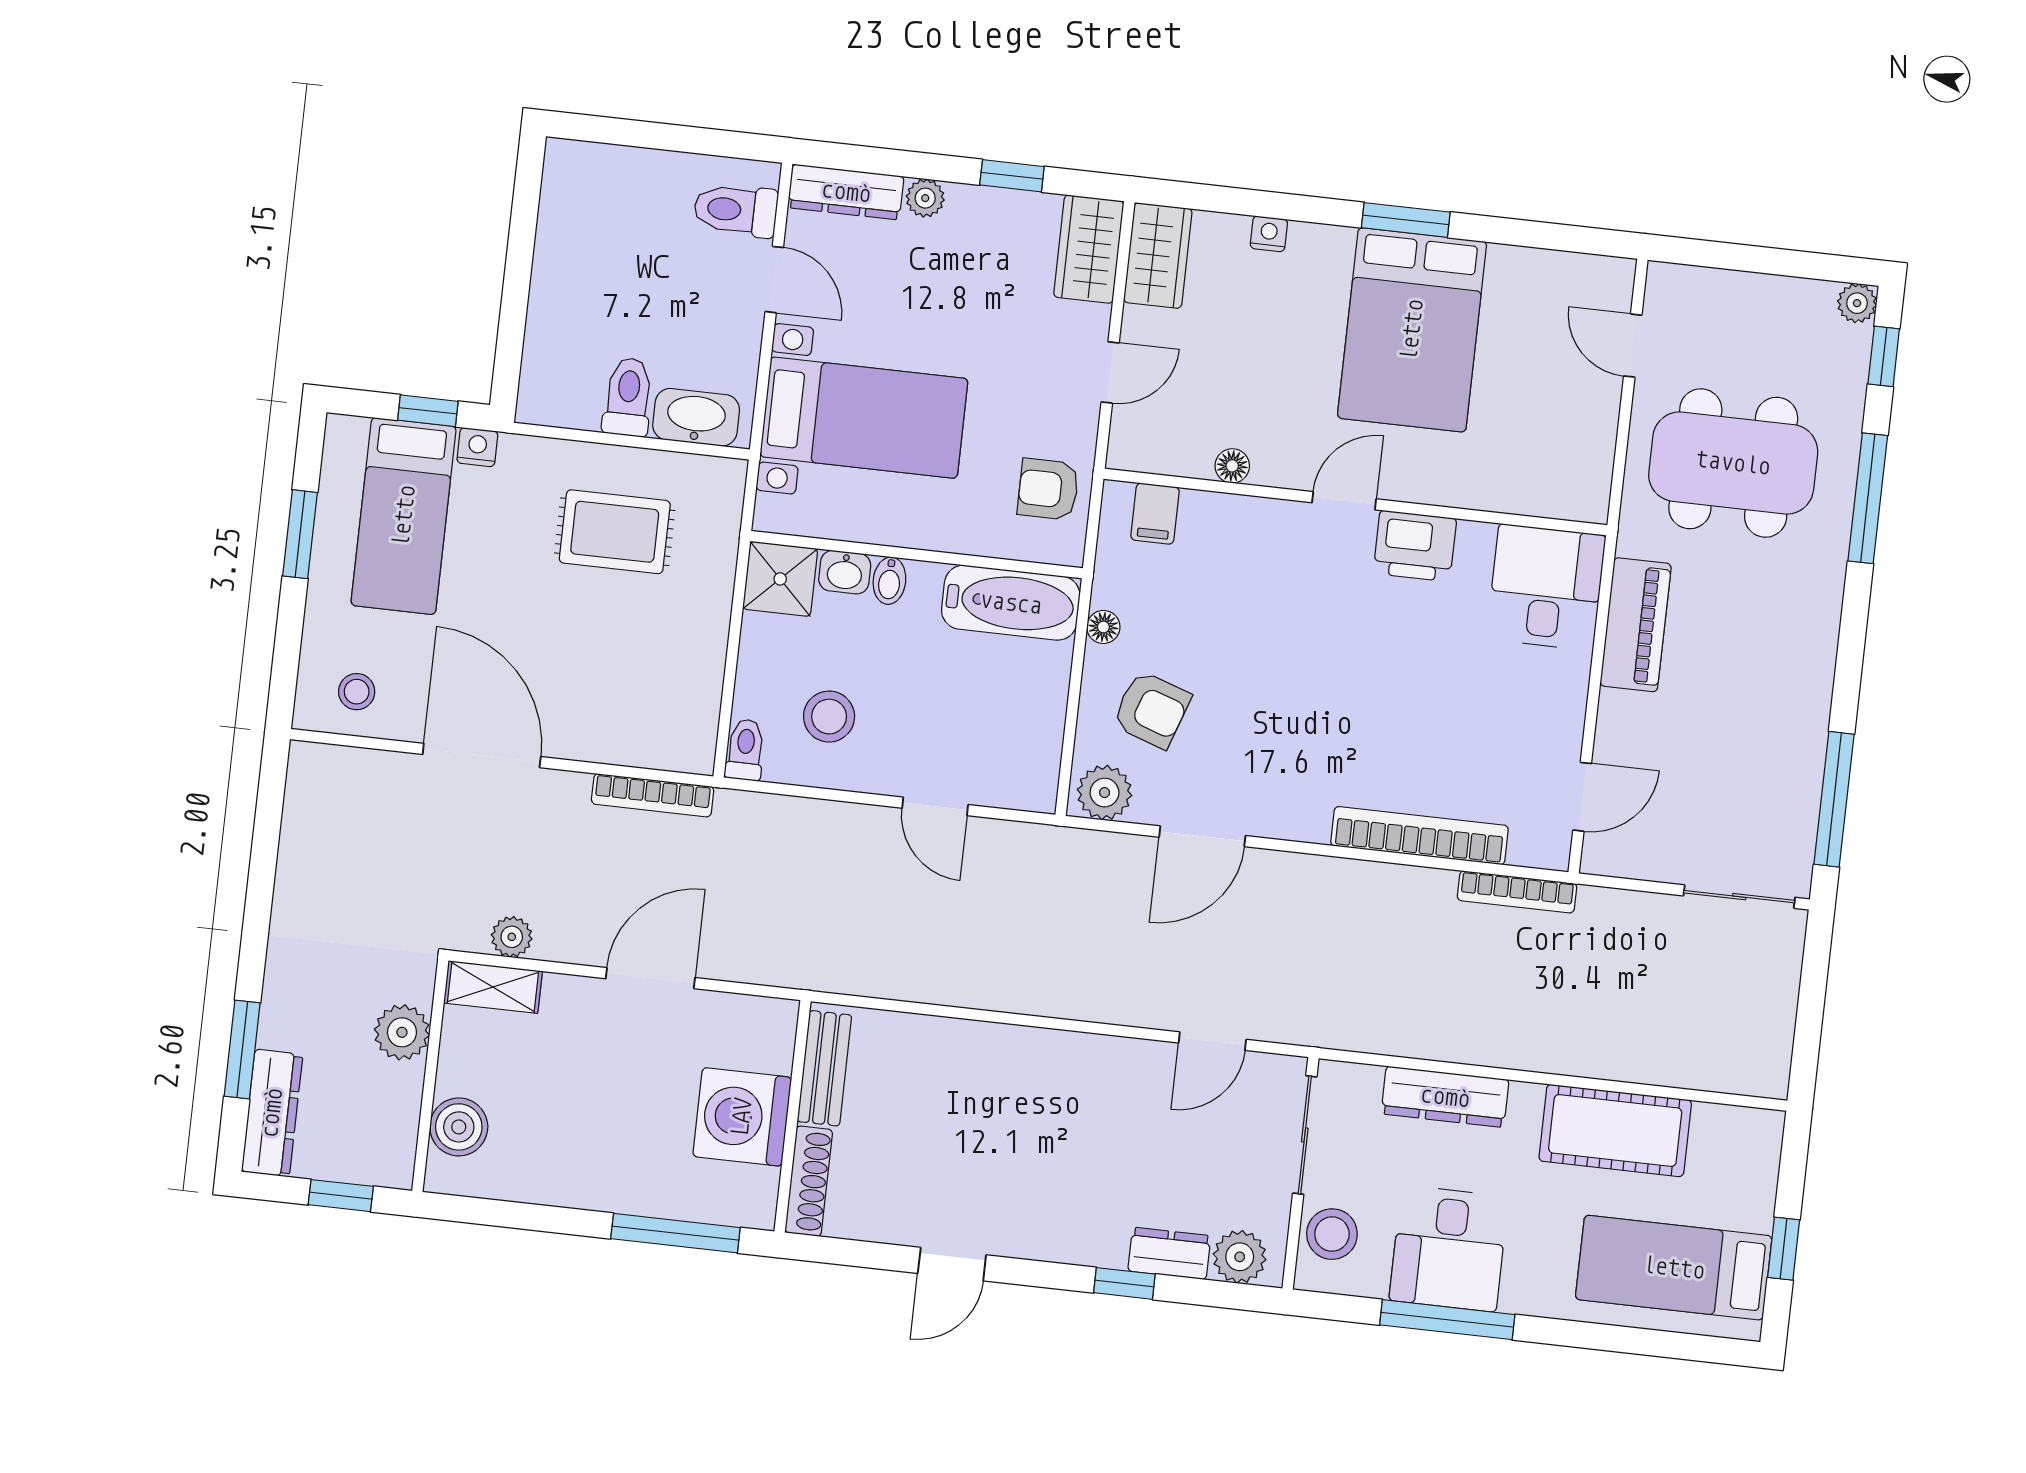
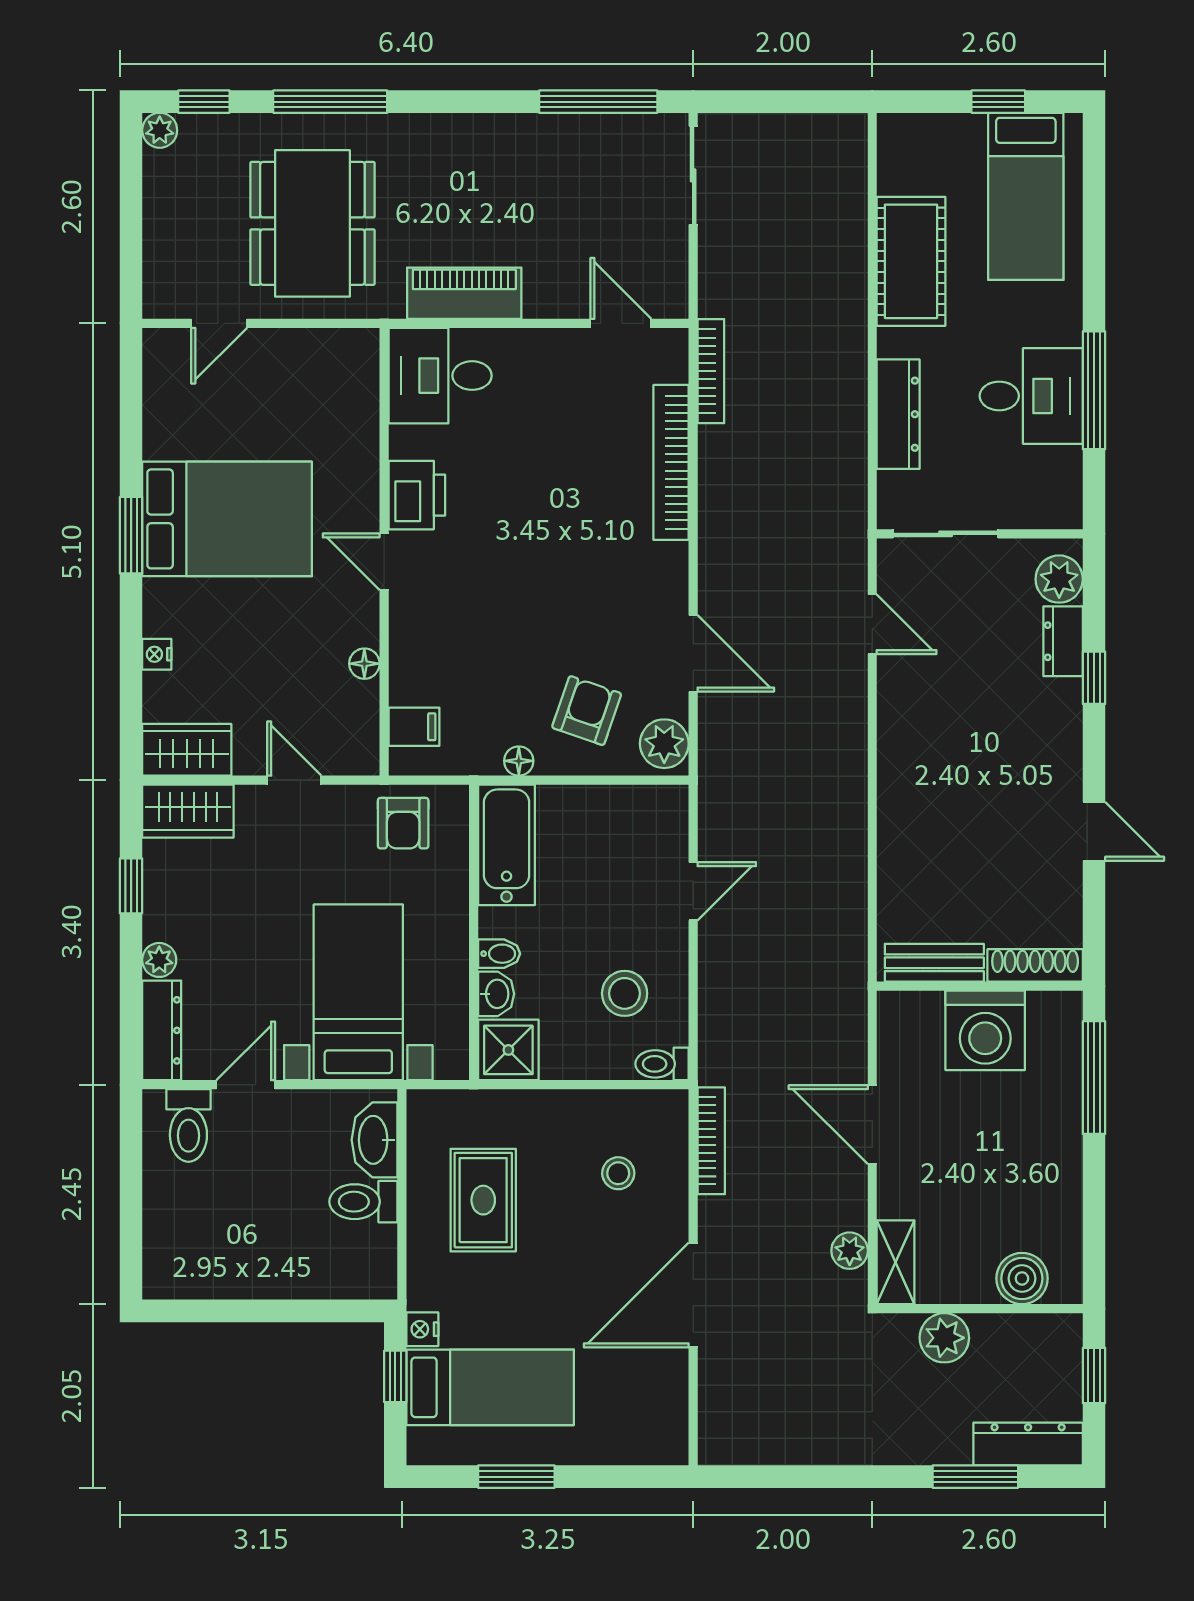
stool: (357, 692) -> (618, 1173), moved
stool: (1332, 1234) -> (1030, 500), removed

